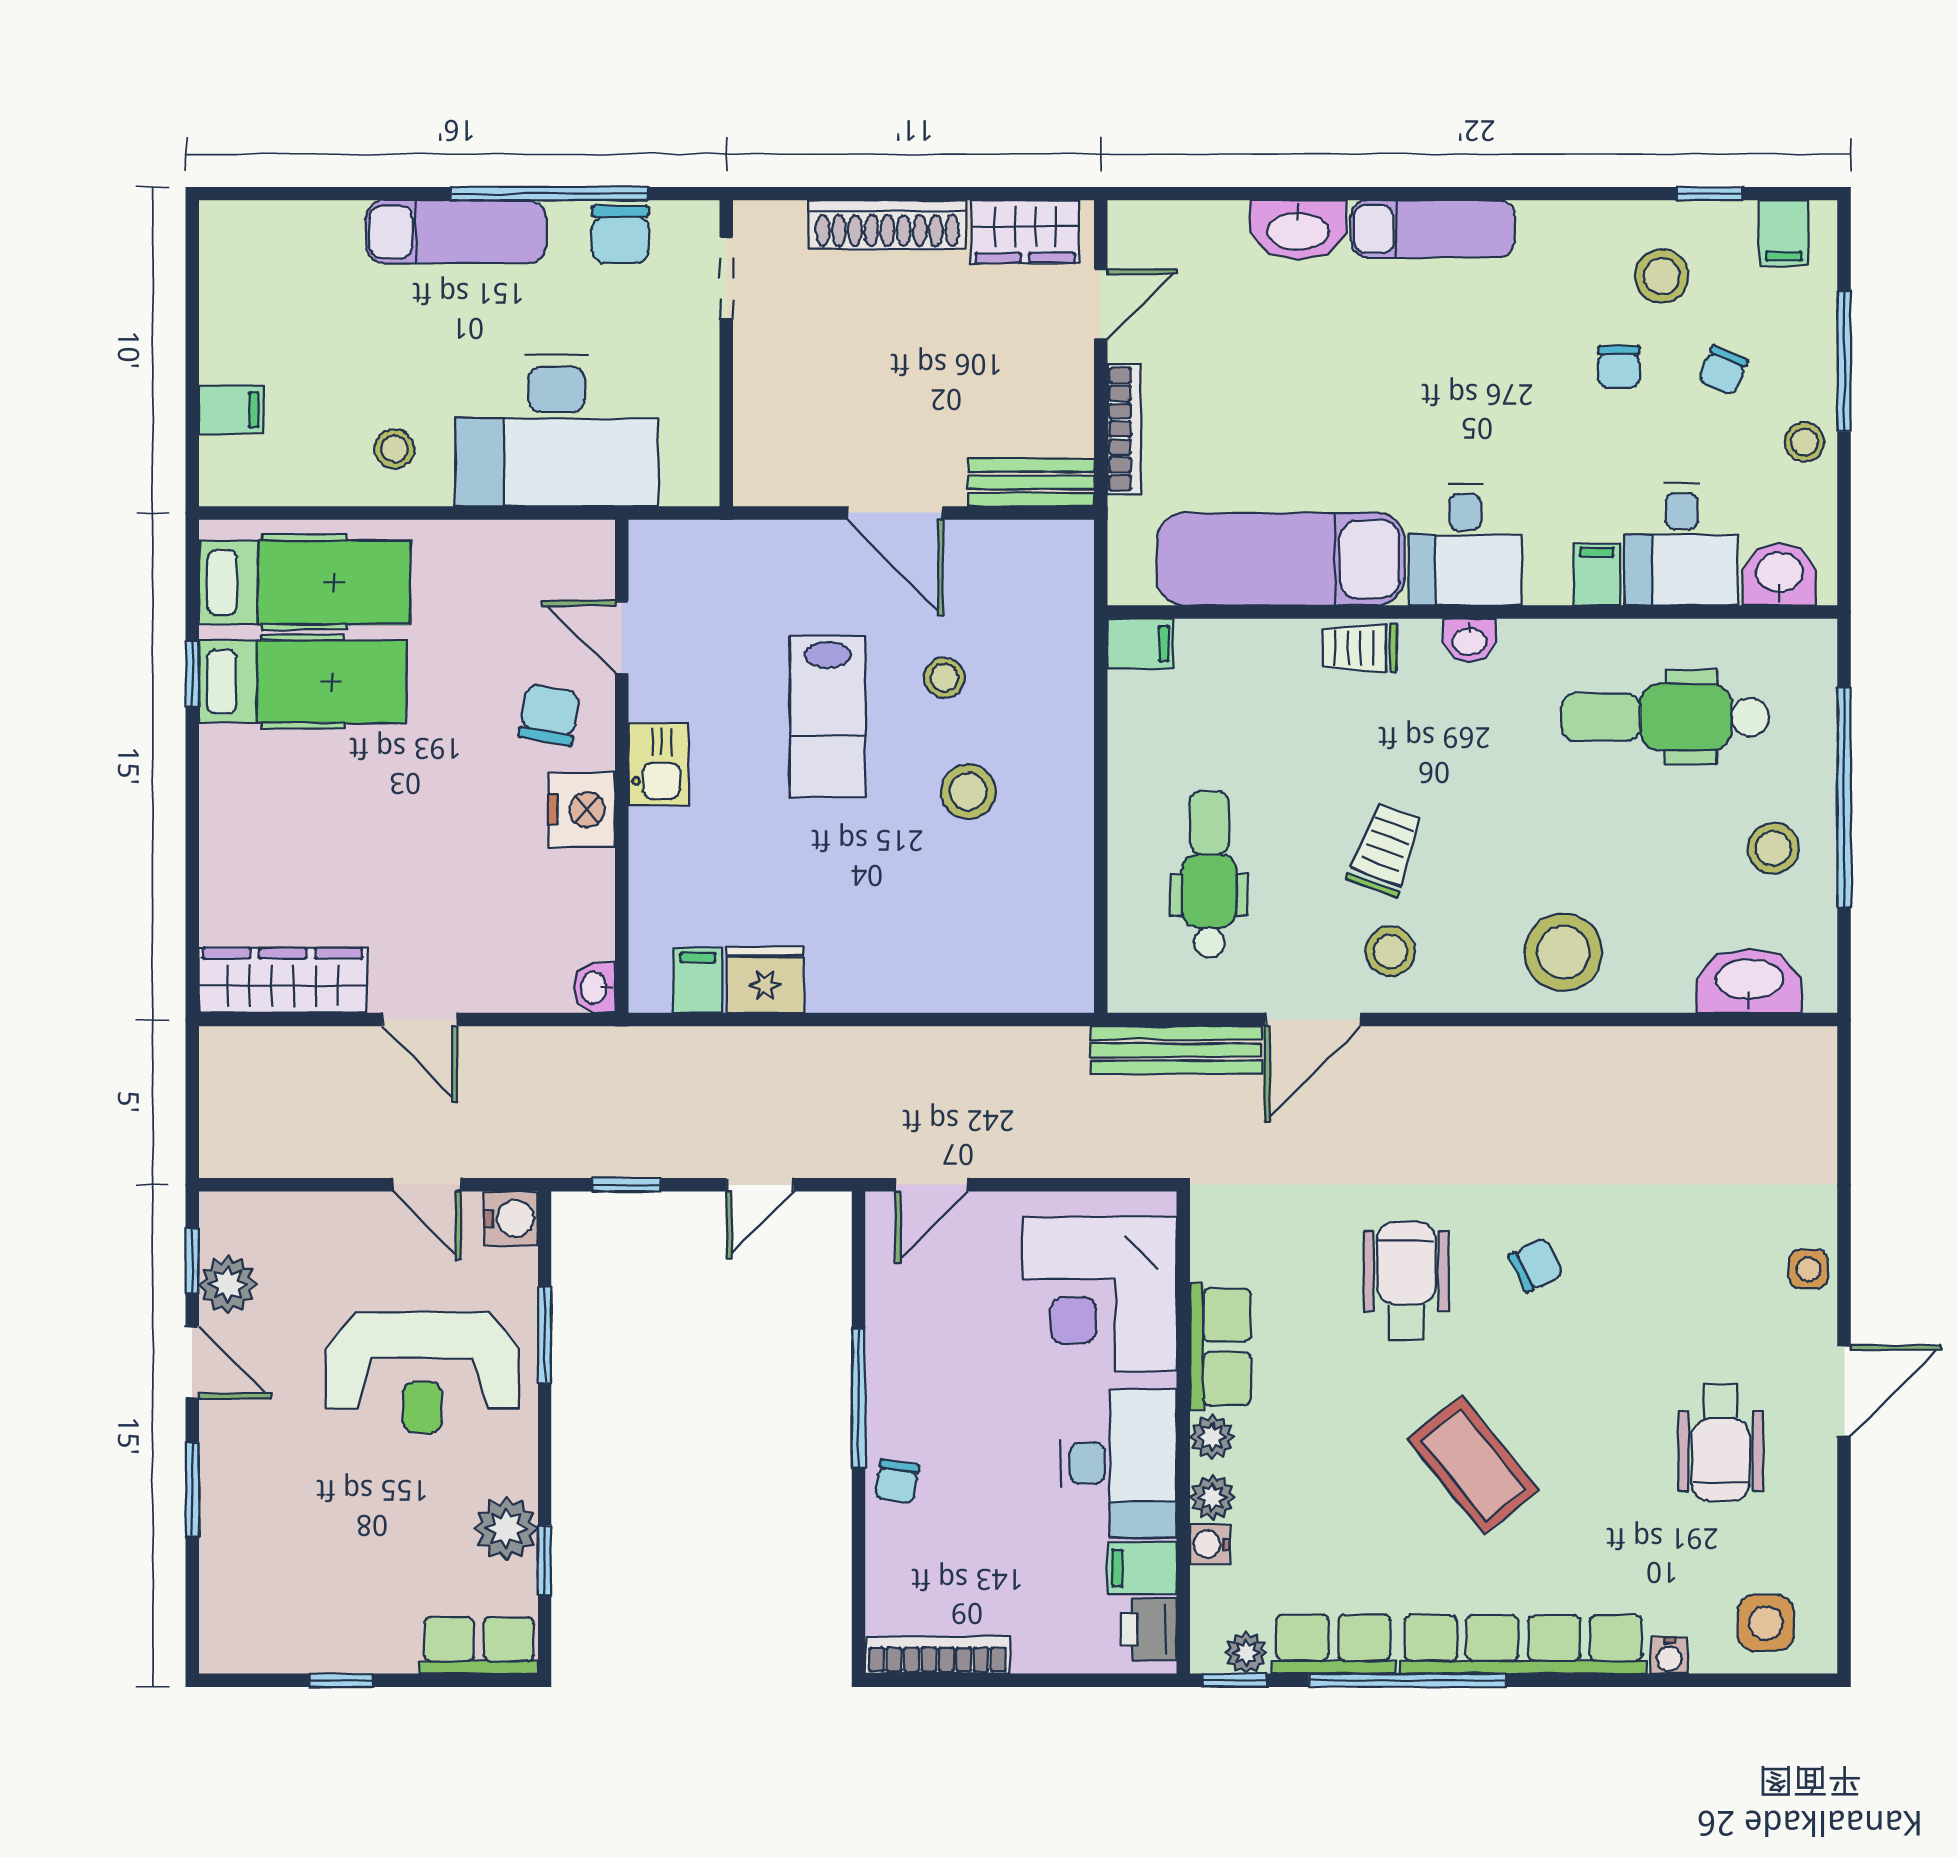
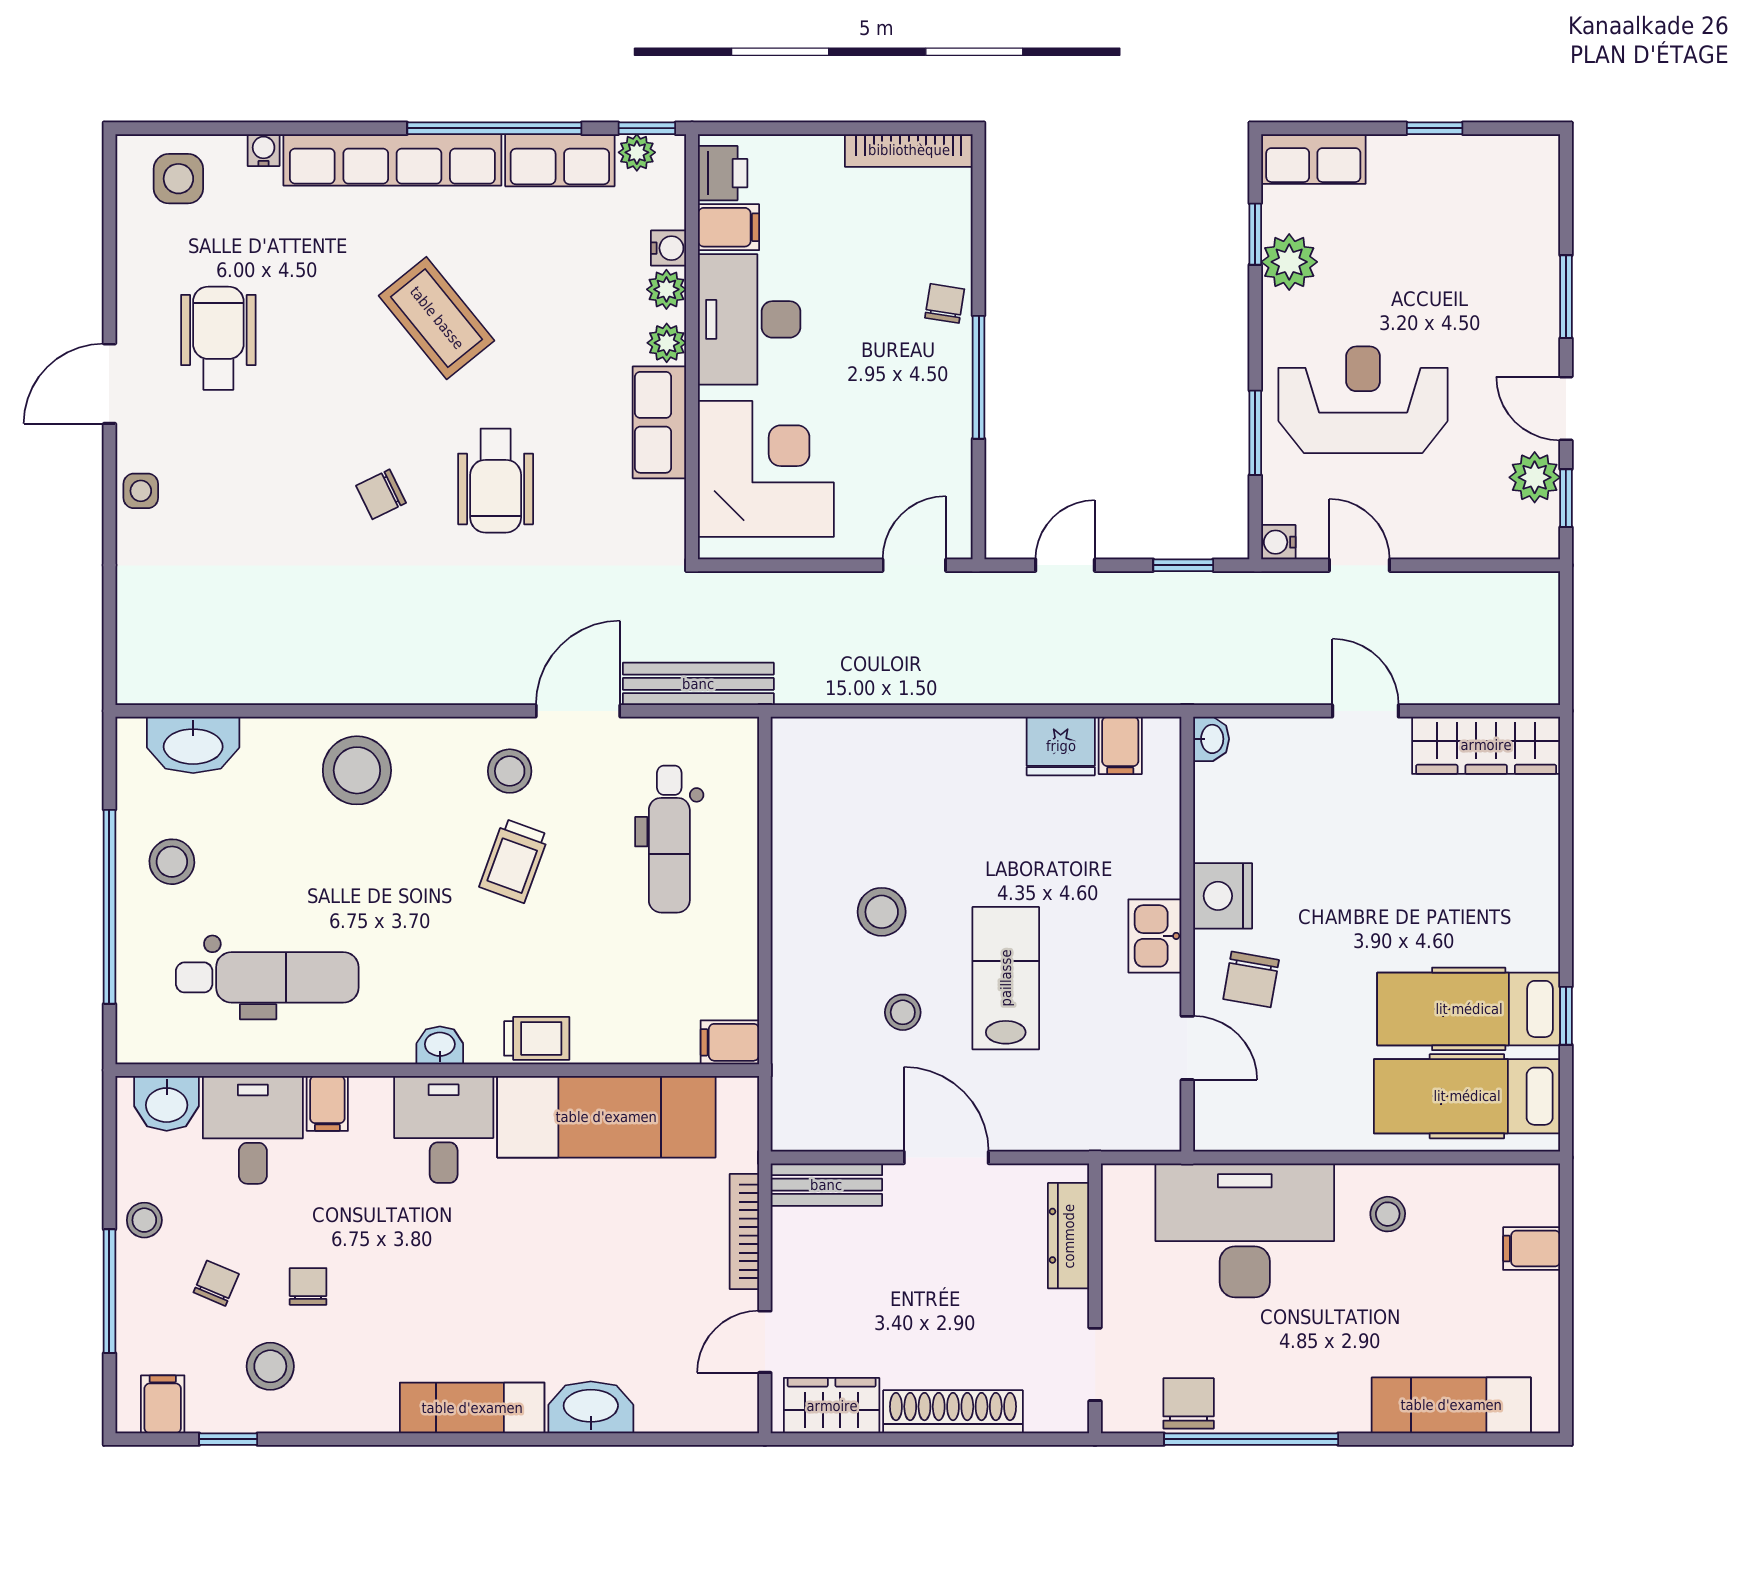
exam couch: (456, 232) -> (1451, 1405), moved
dresser: (756, 424) -> (1069, 1236), added
water cooler: (511, 1218) -> (1278, 542), width x0.72, depth x0.72

